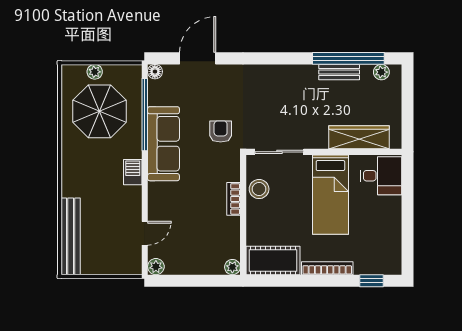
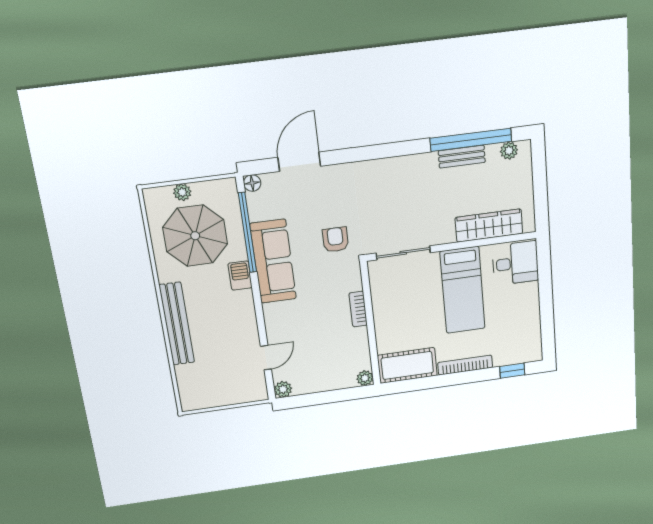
barbecue: (133, 172) -> (240, 276), moved
stool: (259, 189) -> (385, 295), removed
bench: (71, 236) -> (177, 324), moved

